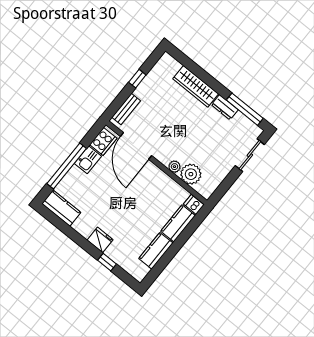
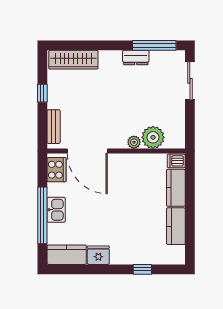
wardrobe: (196, 86) -> (73, 60), moved
kitchen sink: (88, 160) -> (56, 210), moved
fridge: (100, 240) -> (98, 255), moved

